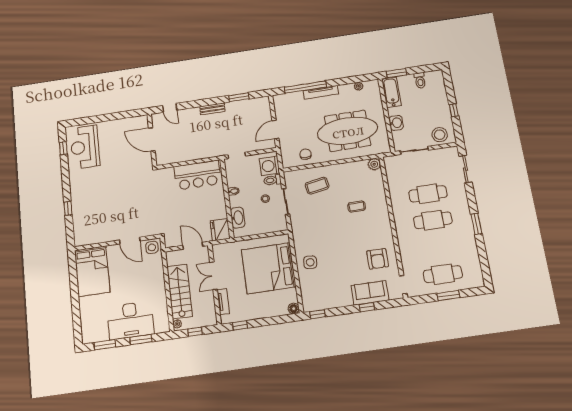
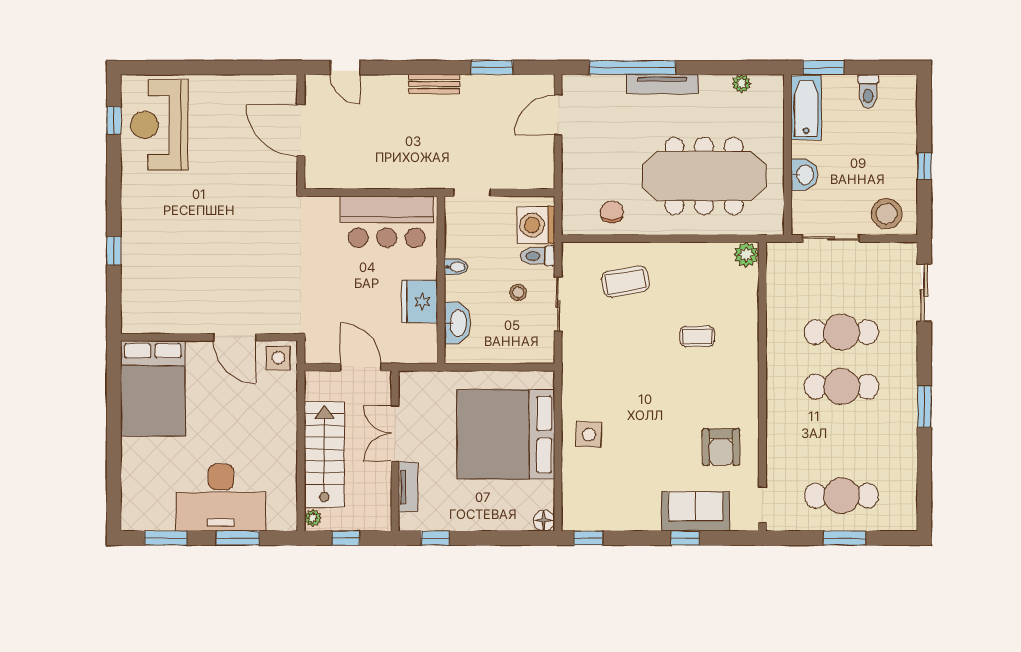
door: (275, 129) -> (558, 115), moved
fridge: (220, 230) -> (419, 302), moved

